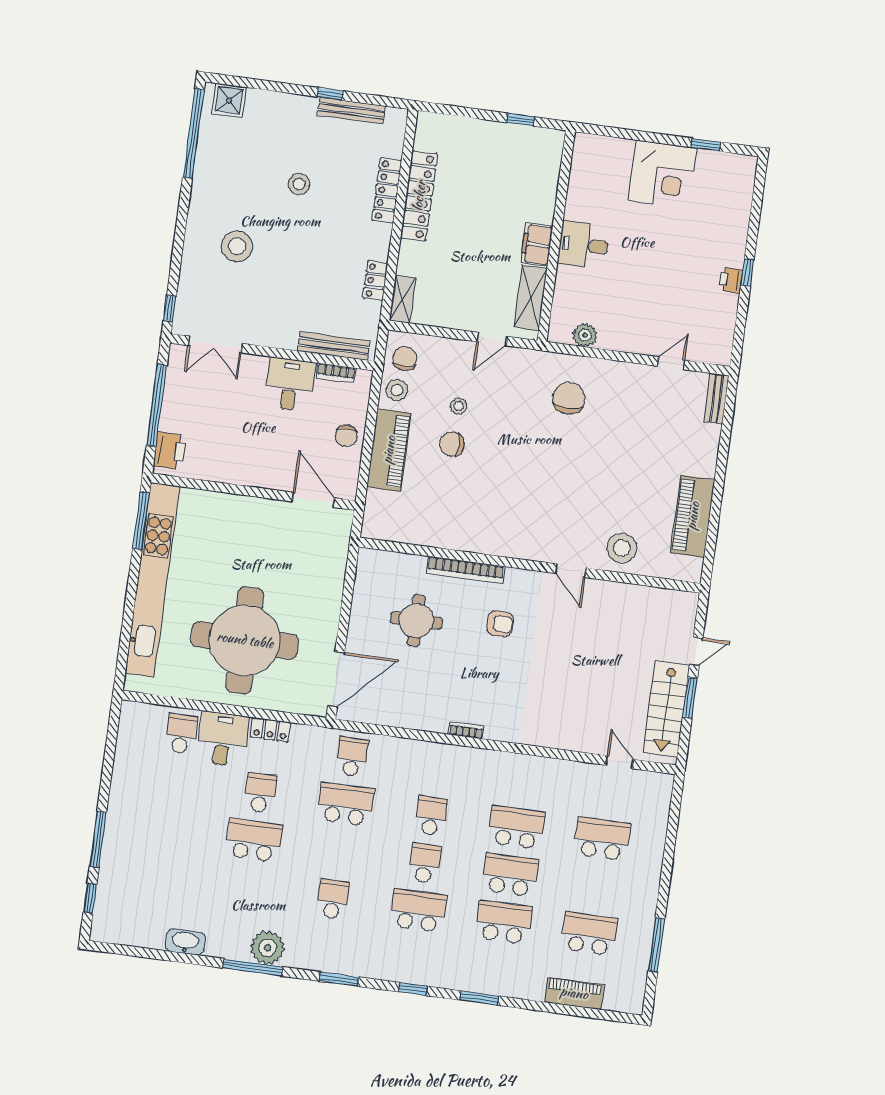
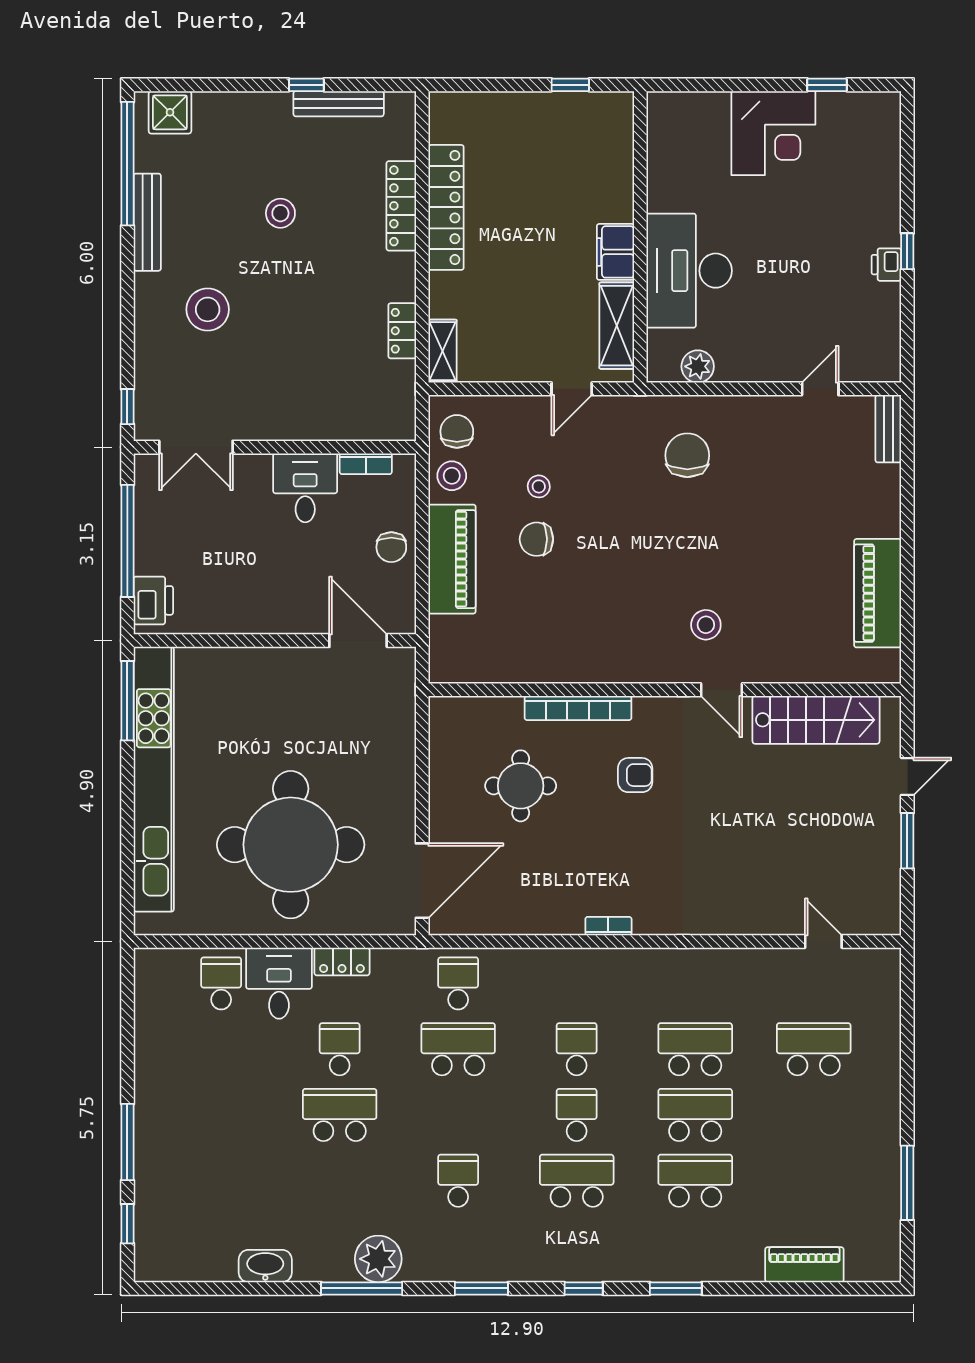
desk: (584, 245) -> (689, 271), width x1.87, depth x1.30
bench: (334, 346) -> (147, 222), moved, turned 90
stool: (622, 548) -> (706, 625), moved, width x0.73, depth x0.73
stairs: (666, 709) -> (816, 720), moved, turned -90
school desk: (589, 934) -> (814, 1181), removed

